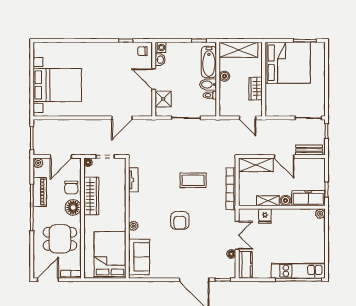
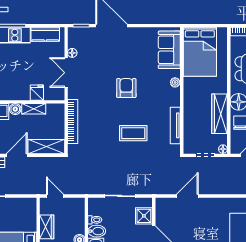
door: (284, 157) -> (17, 155), hinge flipped
tv unit: (133, 180) -> (175, 125), width x1.41
coffee table: (193, 180) -> (133, 133), moved
kitchen counter: (245, 265) -> (45, 34), moved, turned -90

